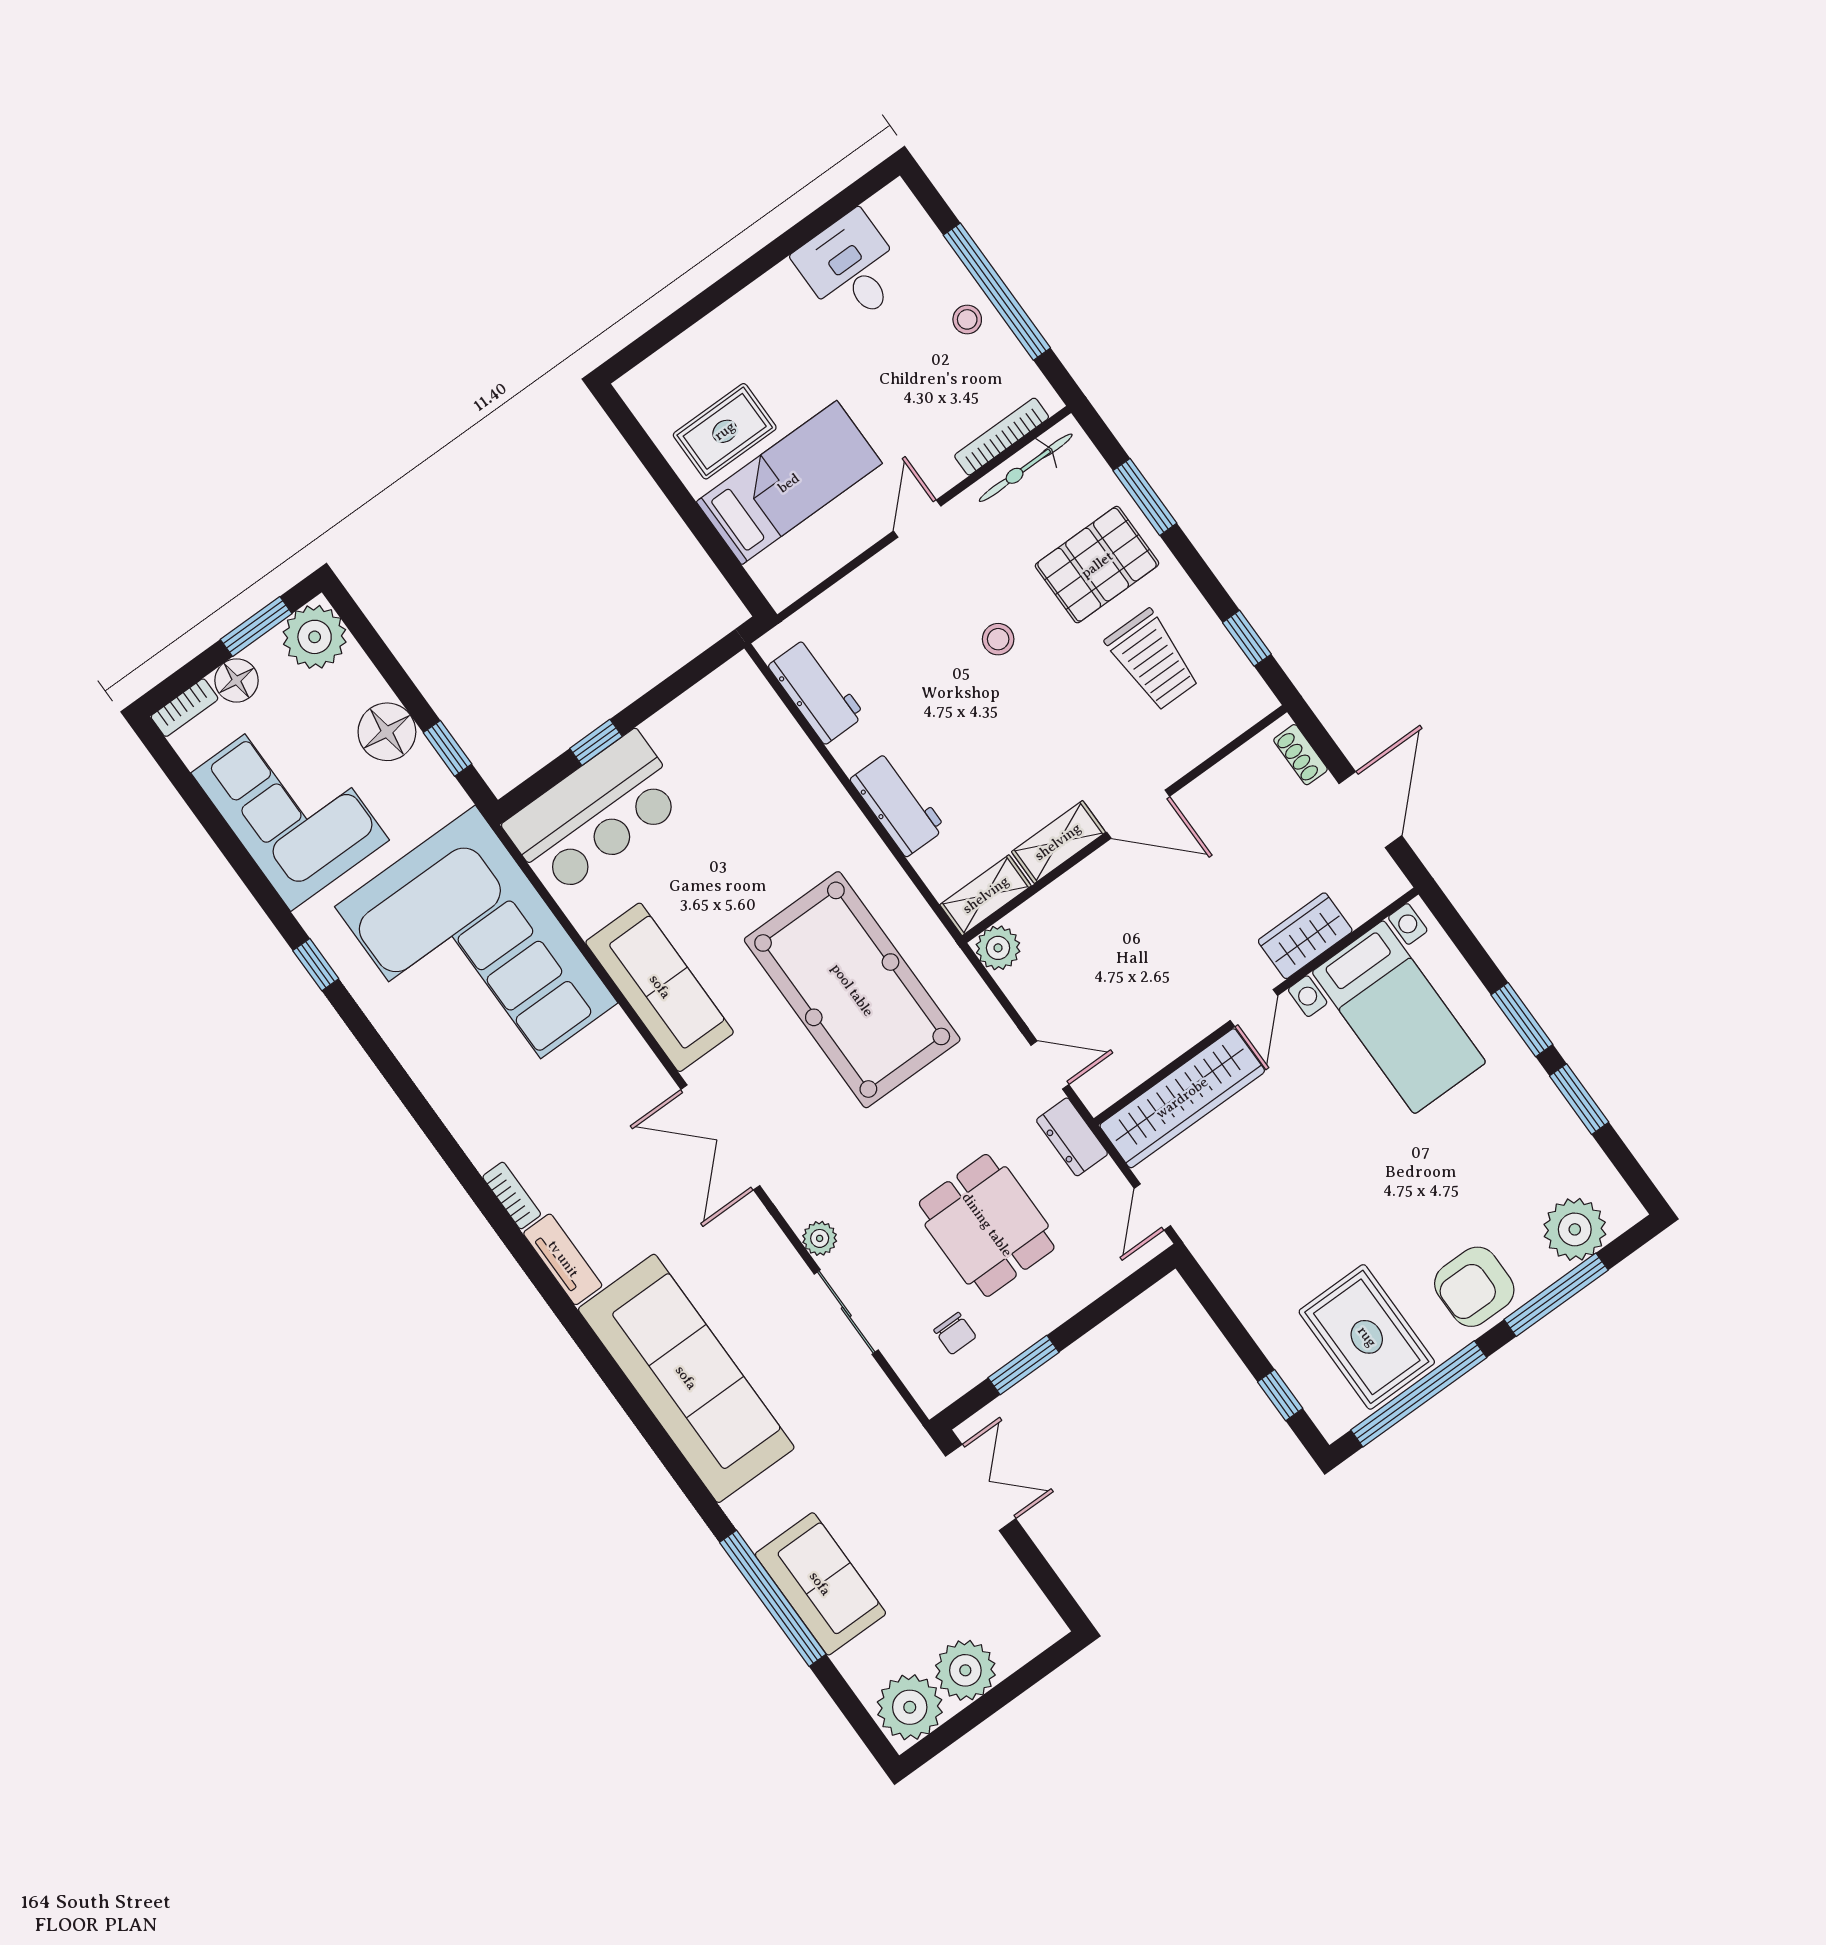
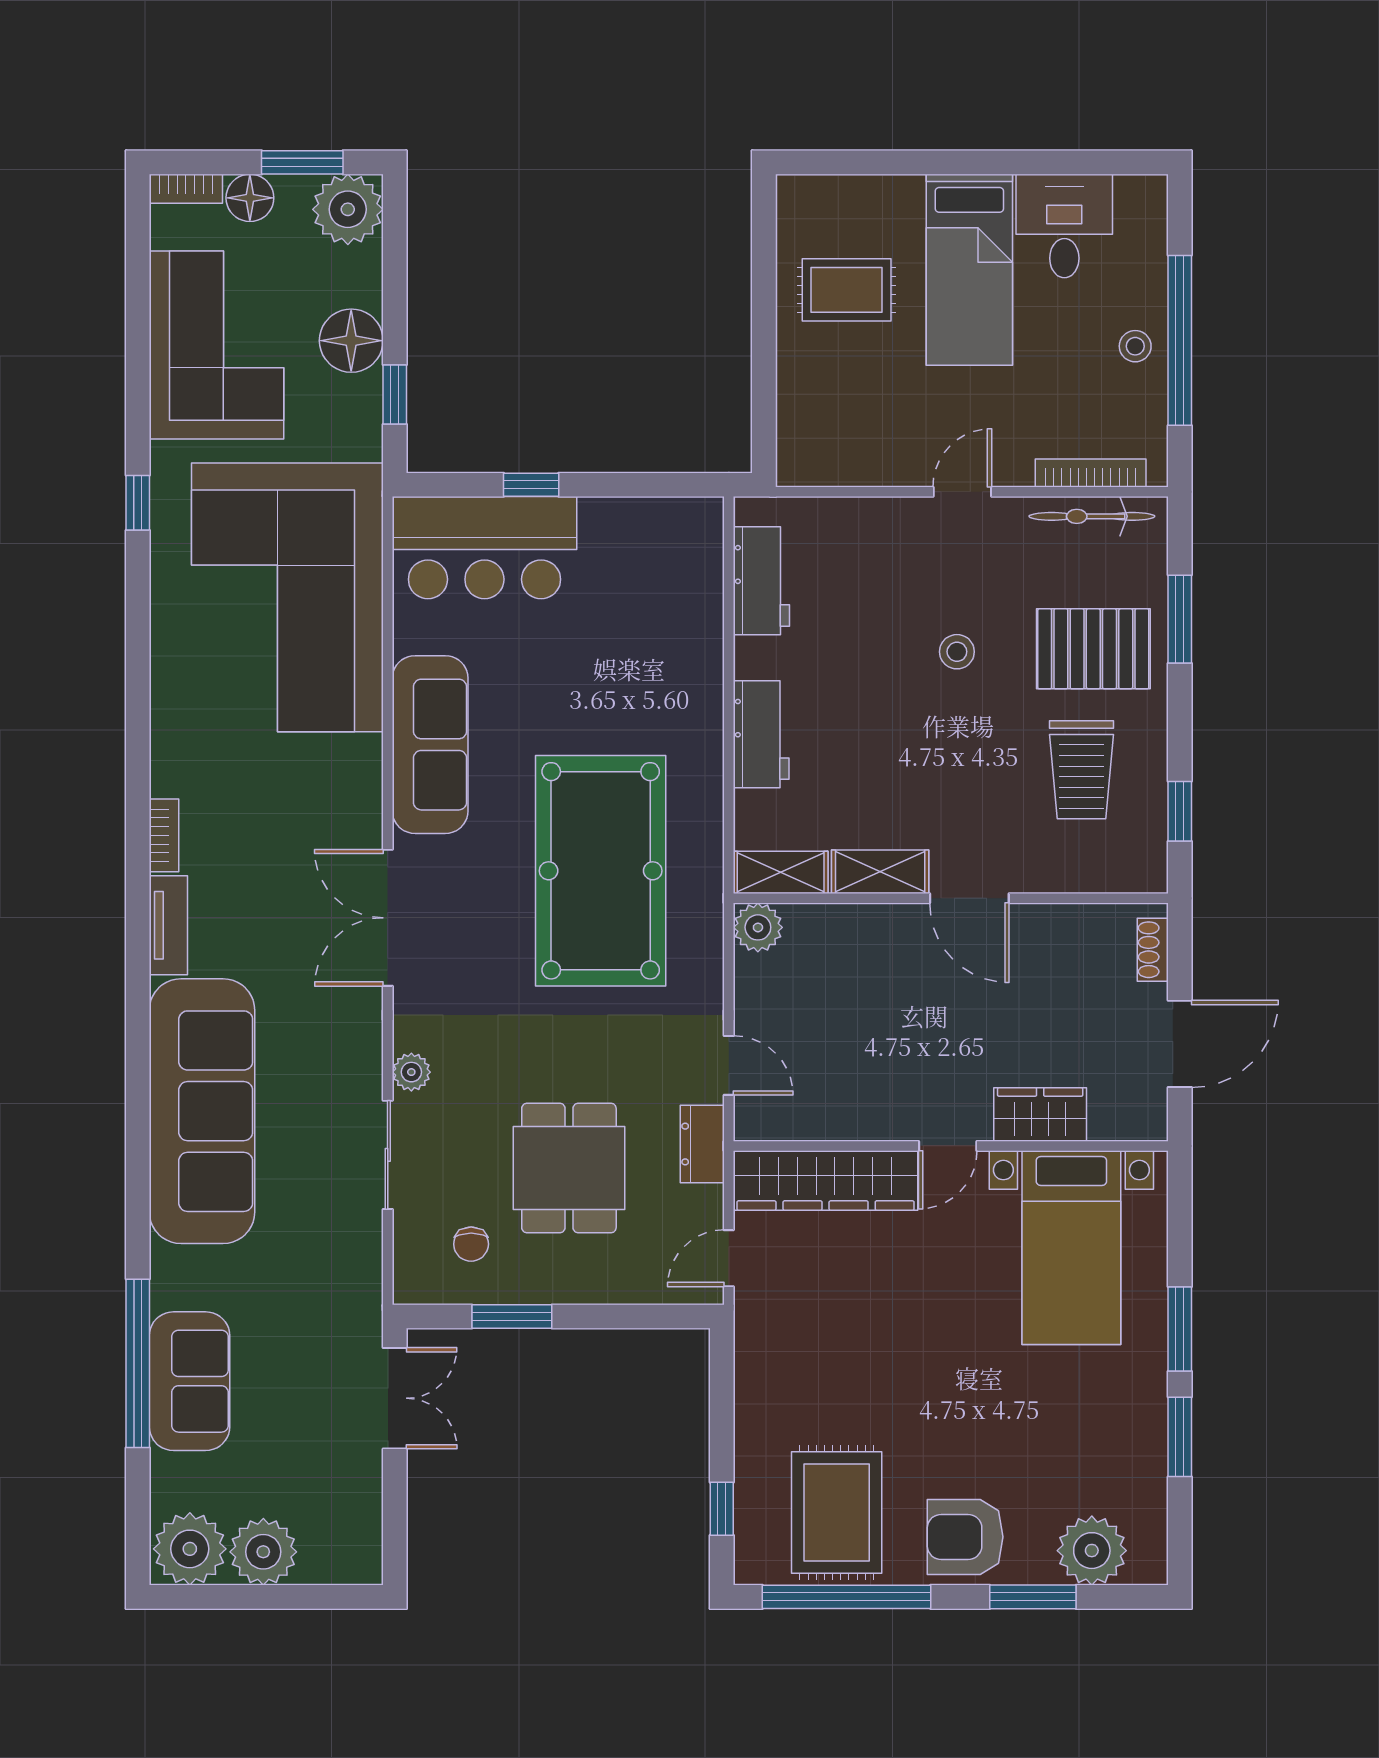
bed: (789, 483) -> (969, 270), moved, turned 90
window: (1556, 1295) -> (1033, 1597), width x0.69

